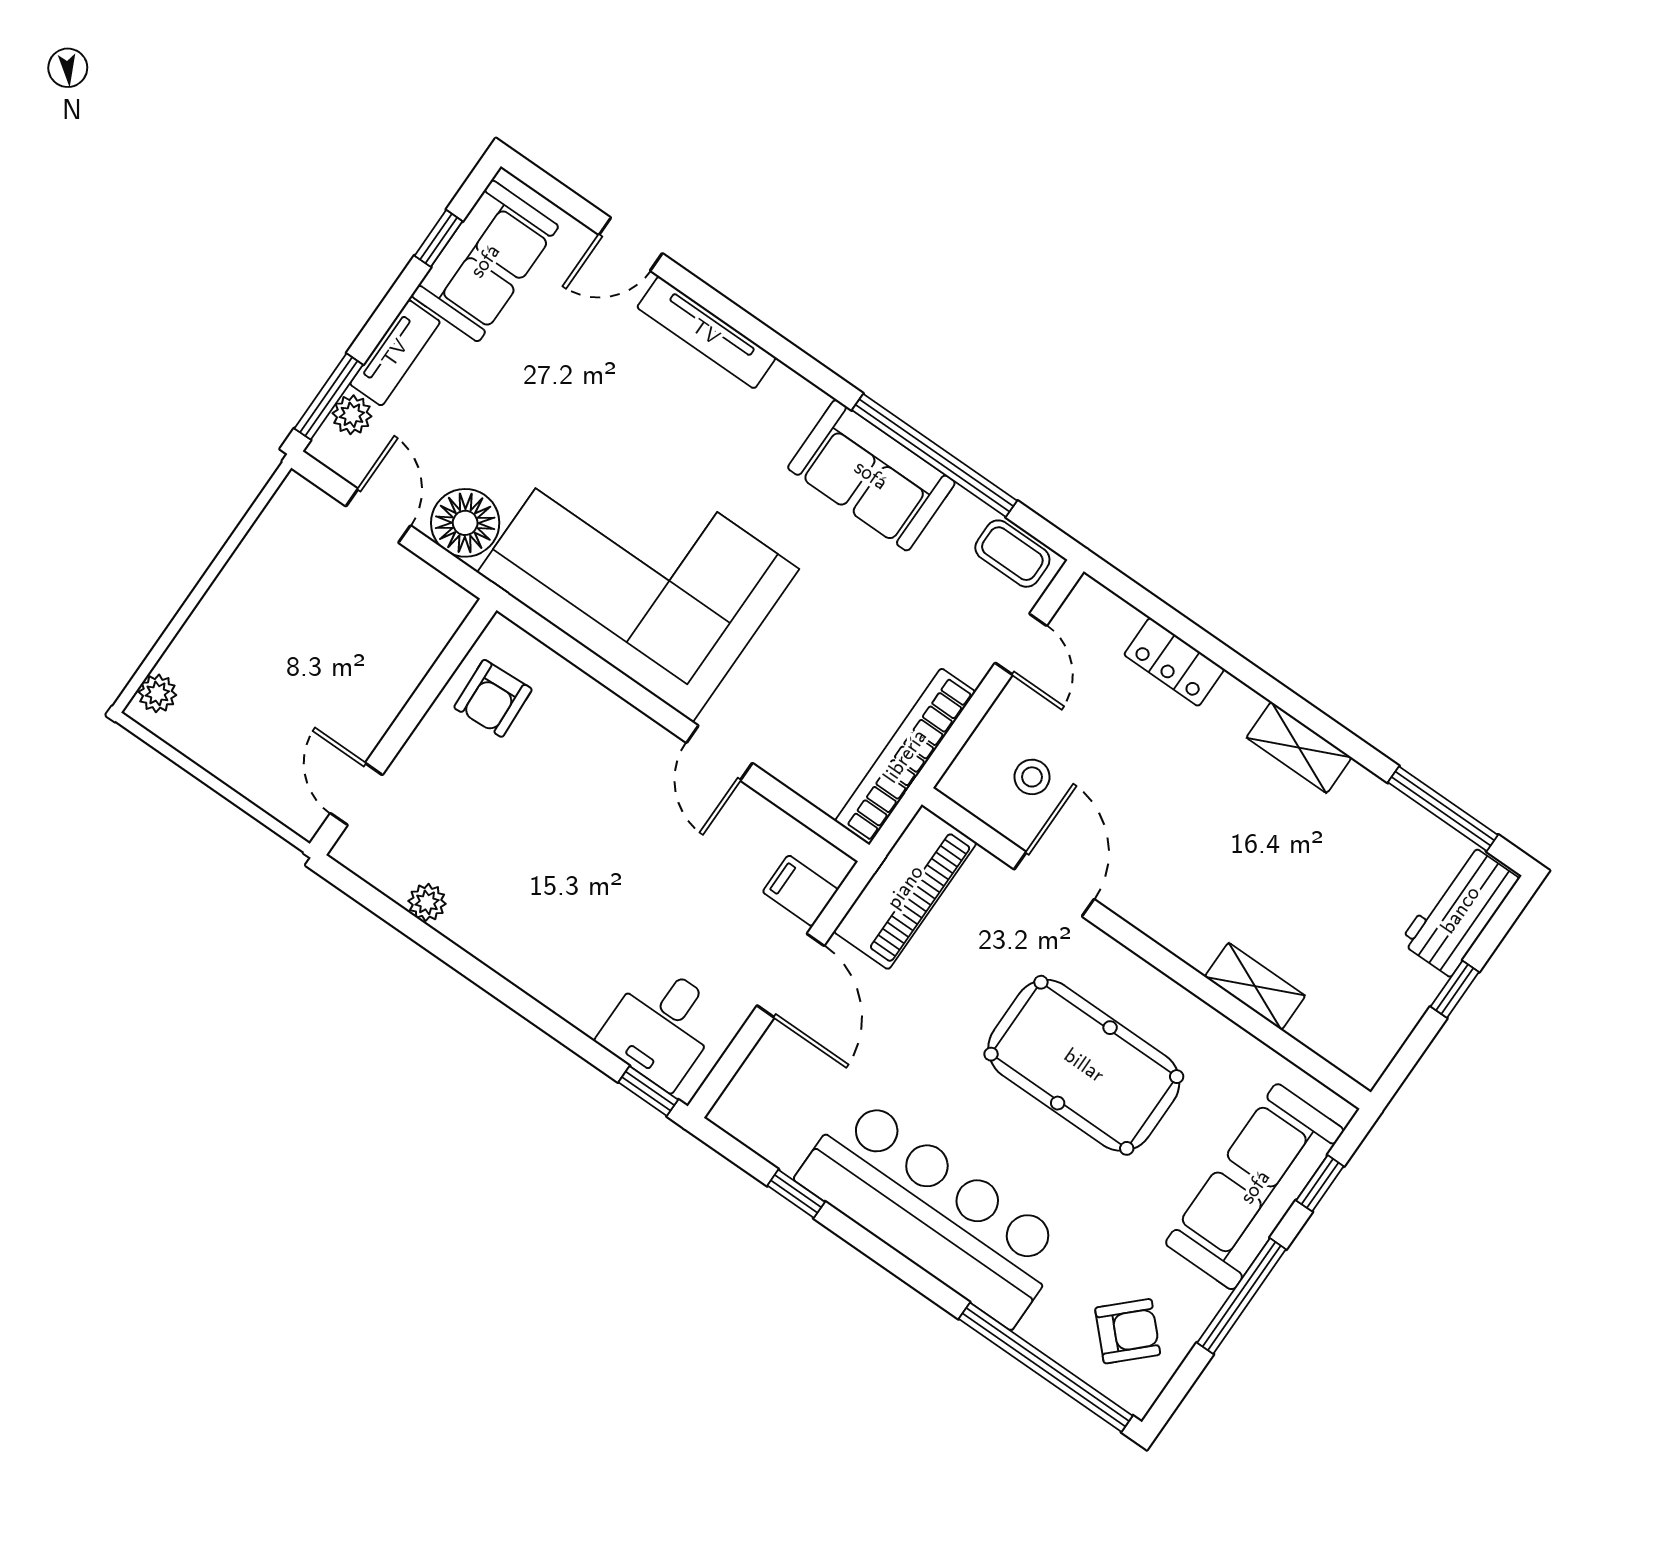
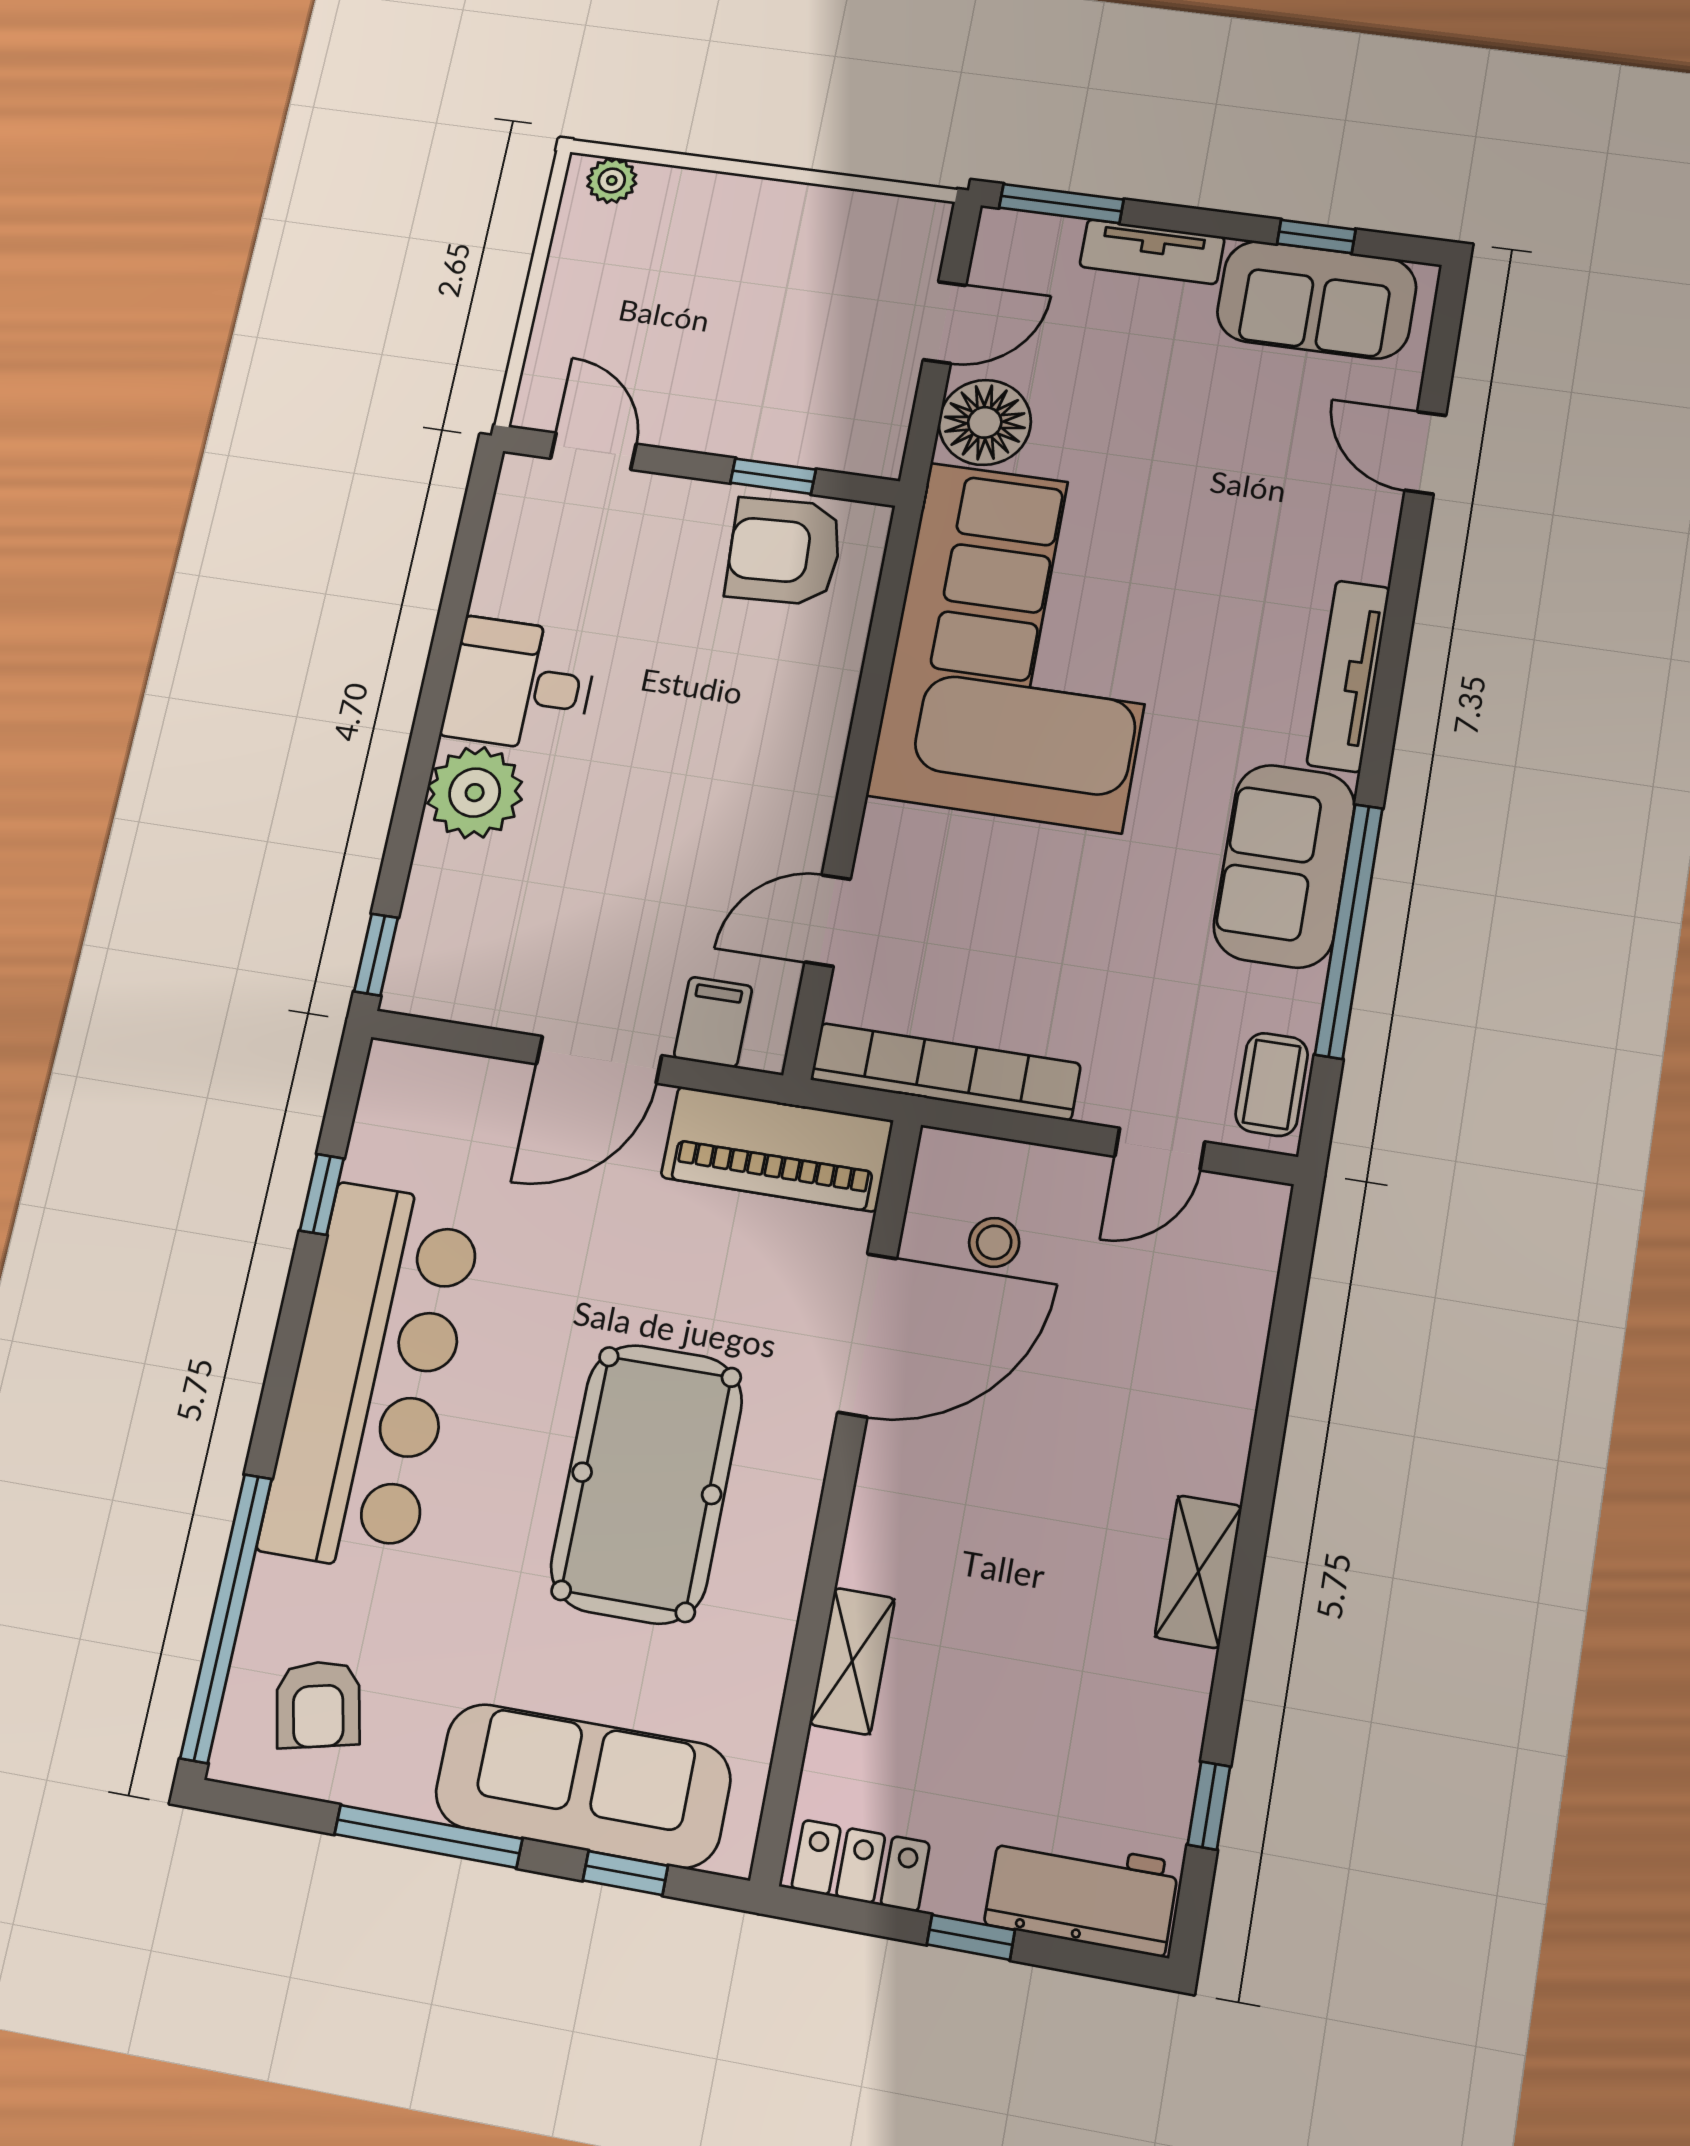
tv unit: (706, 332) -> (1348, 676), moved
plant: (352, 415) -> (1052, 239), removed
locker: (1174, 662) -> (861, 1866), moved, turned 90
window: (435, 682) -> (773, 476), added
armchair: (493, 698) -> (784, 551), width x1.38, depth x1.38
door: (719, 753) -> (828, 921), moved
door: (356, 794) -> (593, 451), hinge flipped
window: (1443, 809) -> (1209, 1806), width x0.46
door: (1054, 884) -> (867, 1335), width x1.36
plant: (427, 902) -> (475, 793), moved, width x1.88, depth x1.88
desk: (661, 1026) -> (520, 685), moved
armchair: (1128, 1331) -> (318, 1704), turned 31

